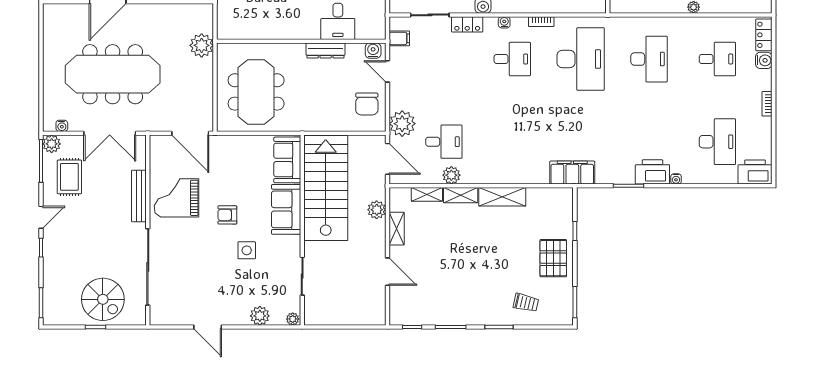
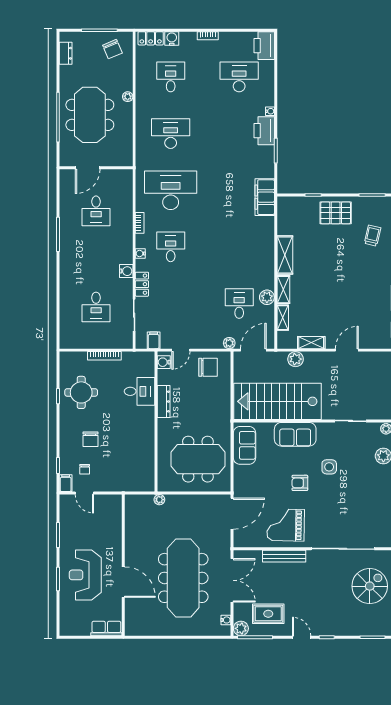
plant: (202, 45) -> (159, 500), width x0.53, depth x0.53
plant: (402, 124) -> (229, 343), width x0.53, depth x0.53
sofa: (287, 160) -> (244, 445), moved, turned -90
grand piano: (177, 198) -> (286, 525), turned 91
armchair: (227, 215) -> (300, 483), turned 90

